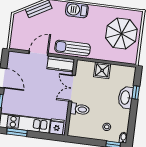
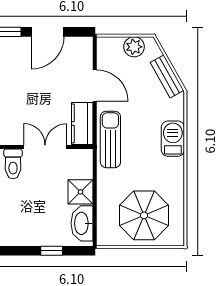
plant: (18, 26) -> (134, 47), added
washbasin: (126, 98) -> (82, 223), moved, turned -90

